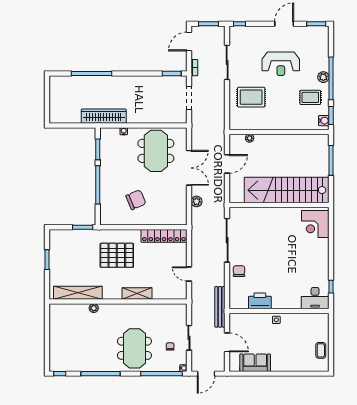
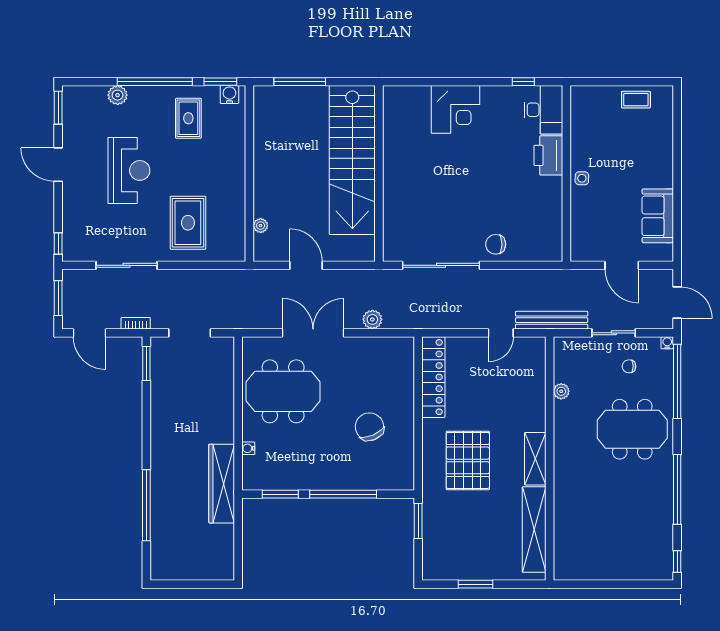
plant: (323, 77) -> (118, 95), moved
corner desk: (315, 224) -> (455, 109), moved
shelving: (137, 293) -> (535, 459), moved
printer: (260, 301) -> (548, 155), moved
bench: (220, 307) -> (552, 320), moved
plant: (94, 308) -> (561, 391), moved
door: (227, 342) -> (622, 265), swing flipped

